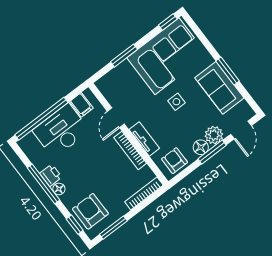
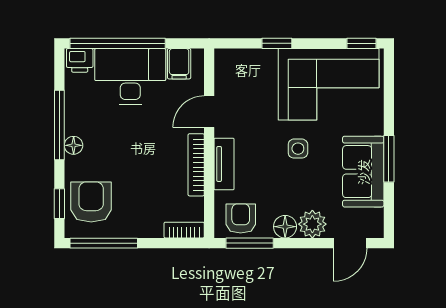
window: (124, 56) -> (277, 43), width x0.67
window: (212, 152) -> (250, 243), moved
printer: (51, 175) -> (80, 60), moved, turned 90
bookcase: (144, 193) -> (184, 230), width x0.64
window: (113, 228) -> (104, 243), width x1.44

